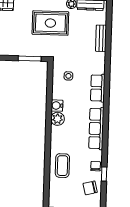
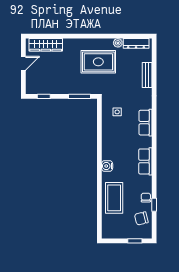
water cooler: (57, 106) -> (107, 166), moved
plant: (58, 119) -> (108, 153), removed
row of seats: (96, 129) -> (145, 161), width x0.68
coffee table: (62, 166) -> (114, 198), width x1.36, depth x1.32

